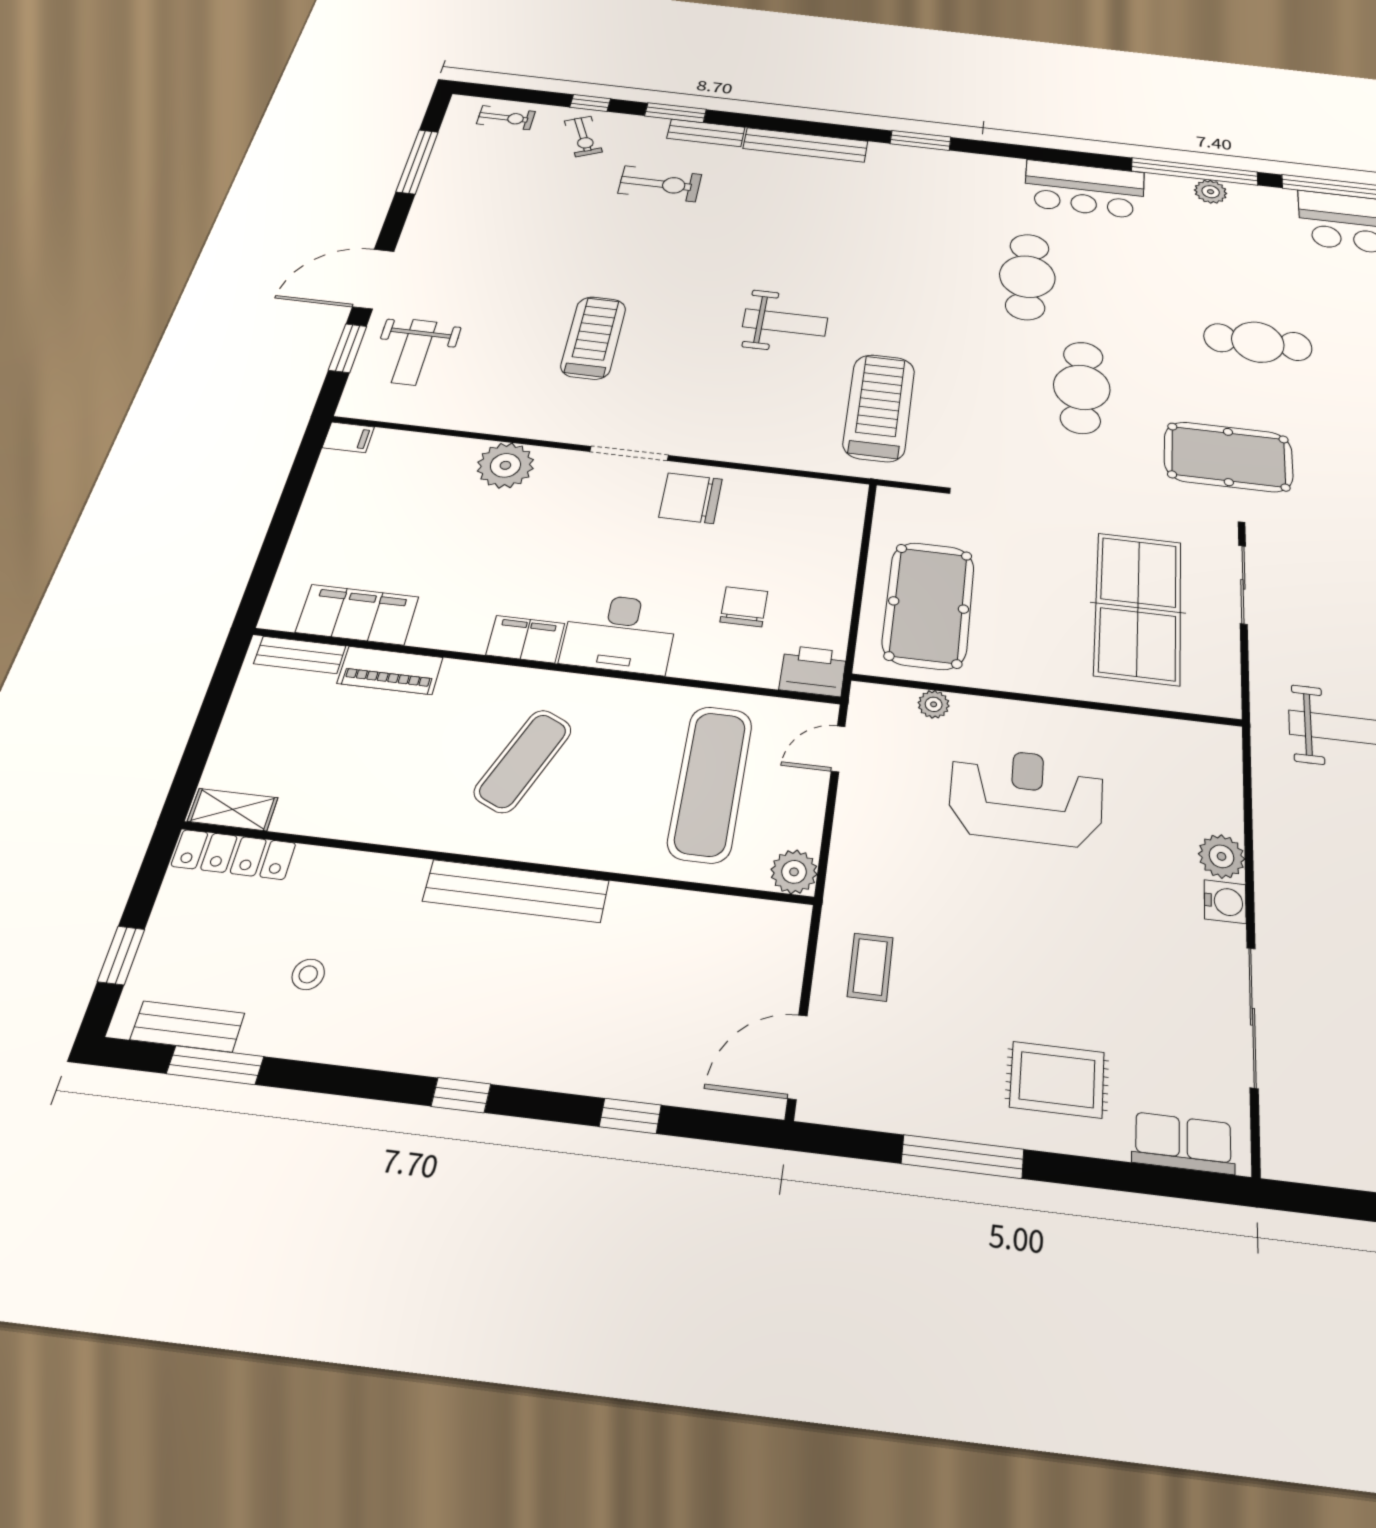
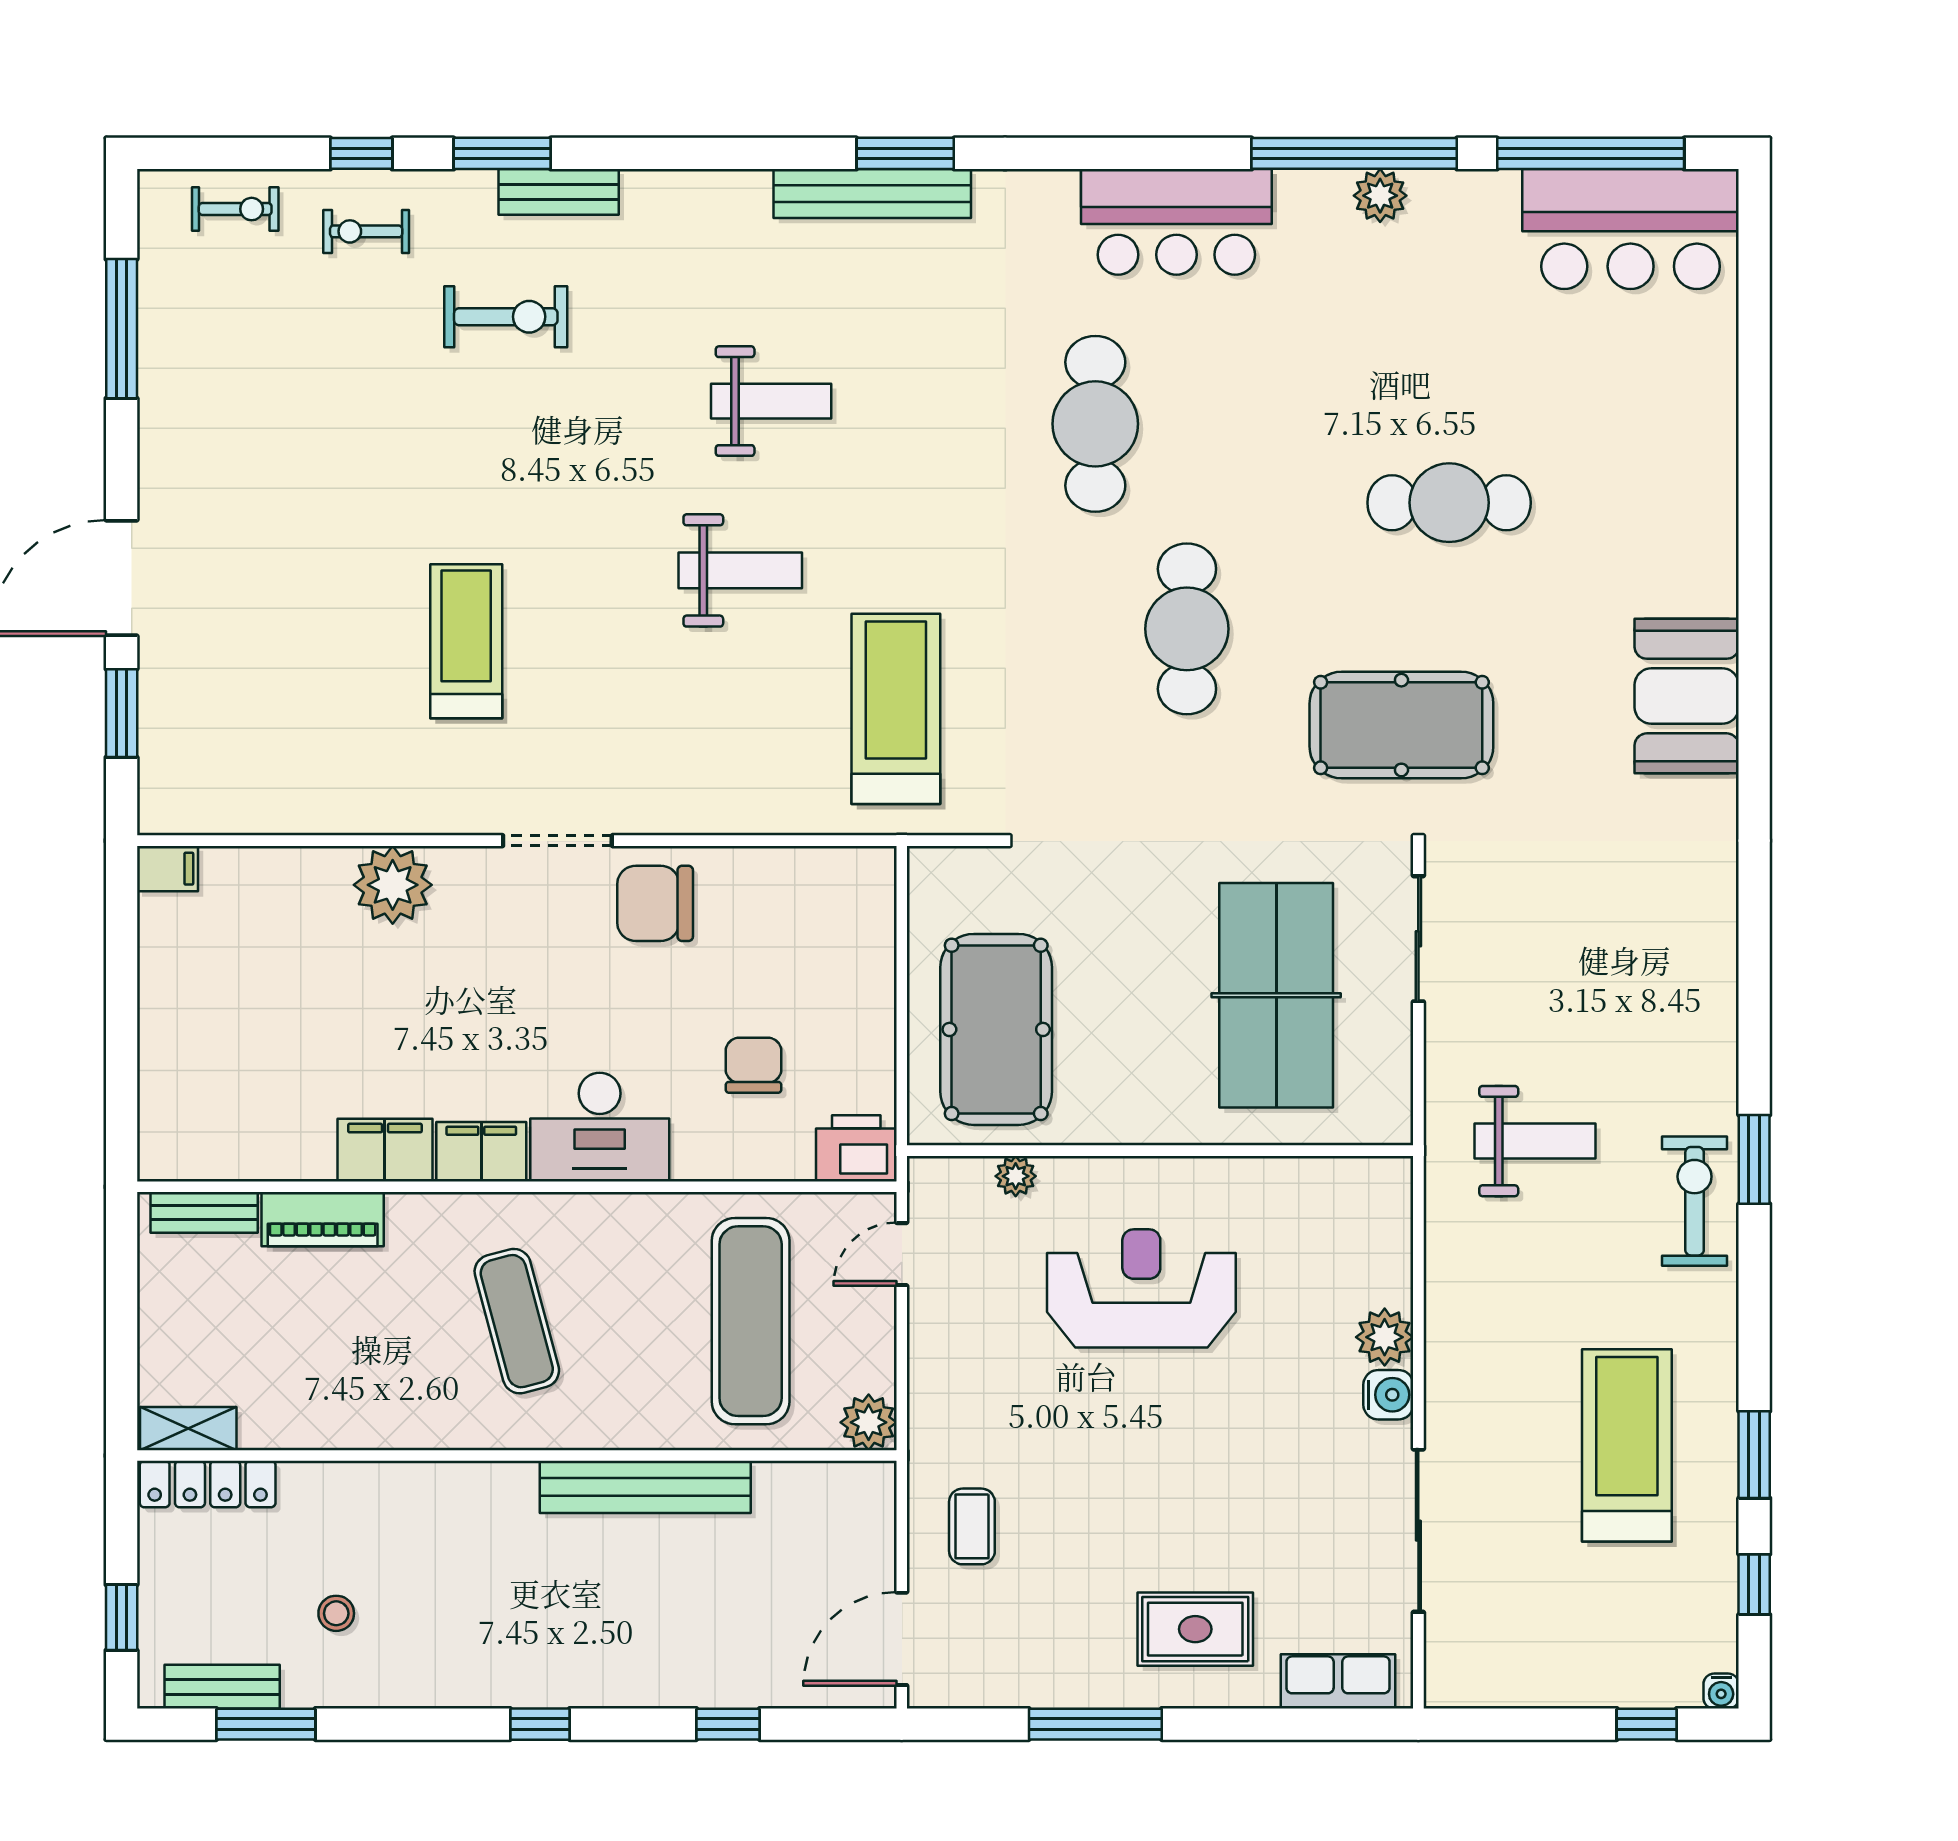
exercise bike: (583, 136) -> (366, 231), turned 114
bench: (805, 145) -> (872, 194), moved
weight bench: (414, 352) -> (771, 401), moved, turned -90
filing cabinet: (357, 615) -> (385, 1150), moved, width x0.67, depth x0.86
exercise mat: (523, 761) -> (517, 1321), turned -39
bench: (516, 891) -> (645, 1487), moved

